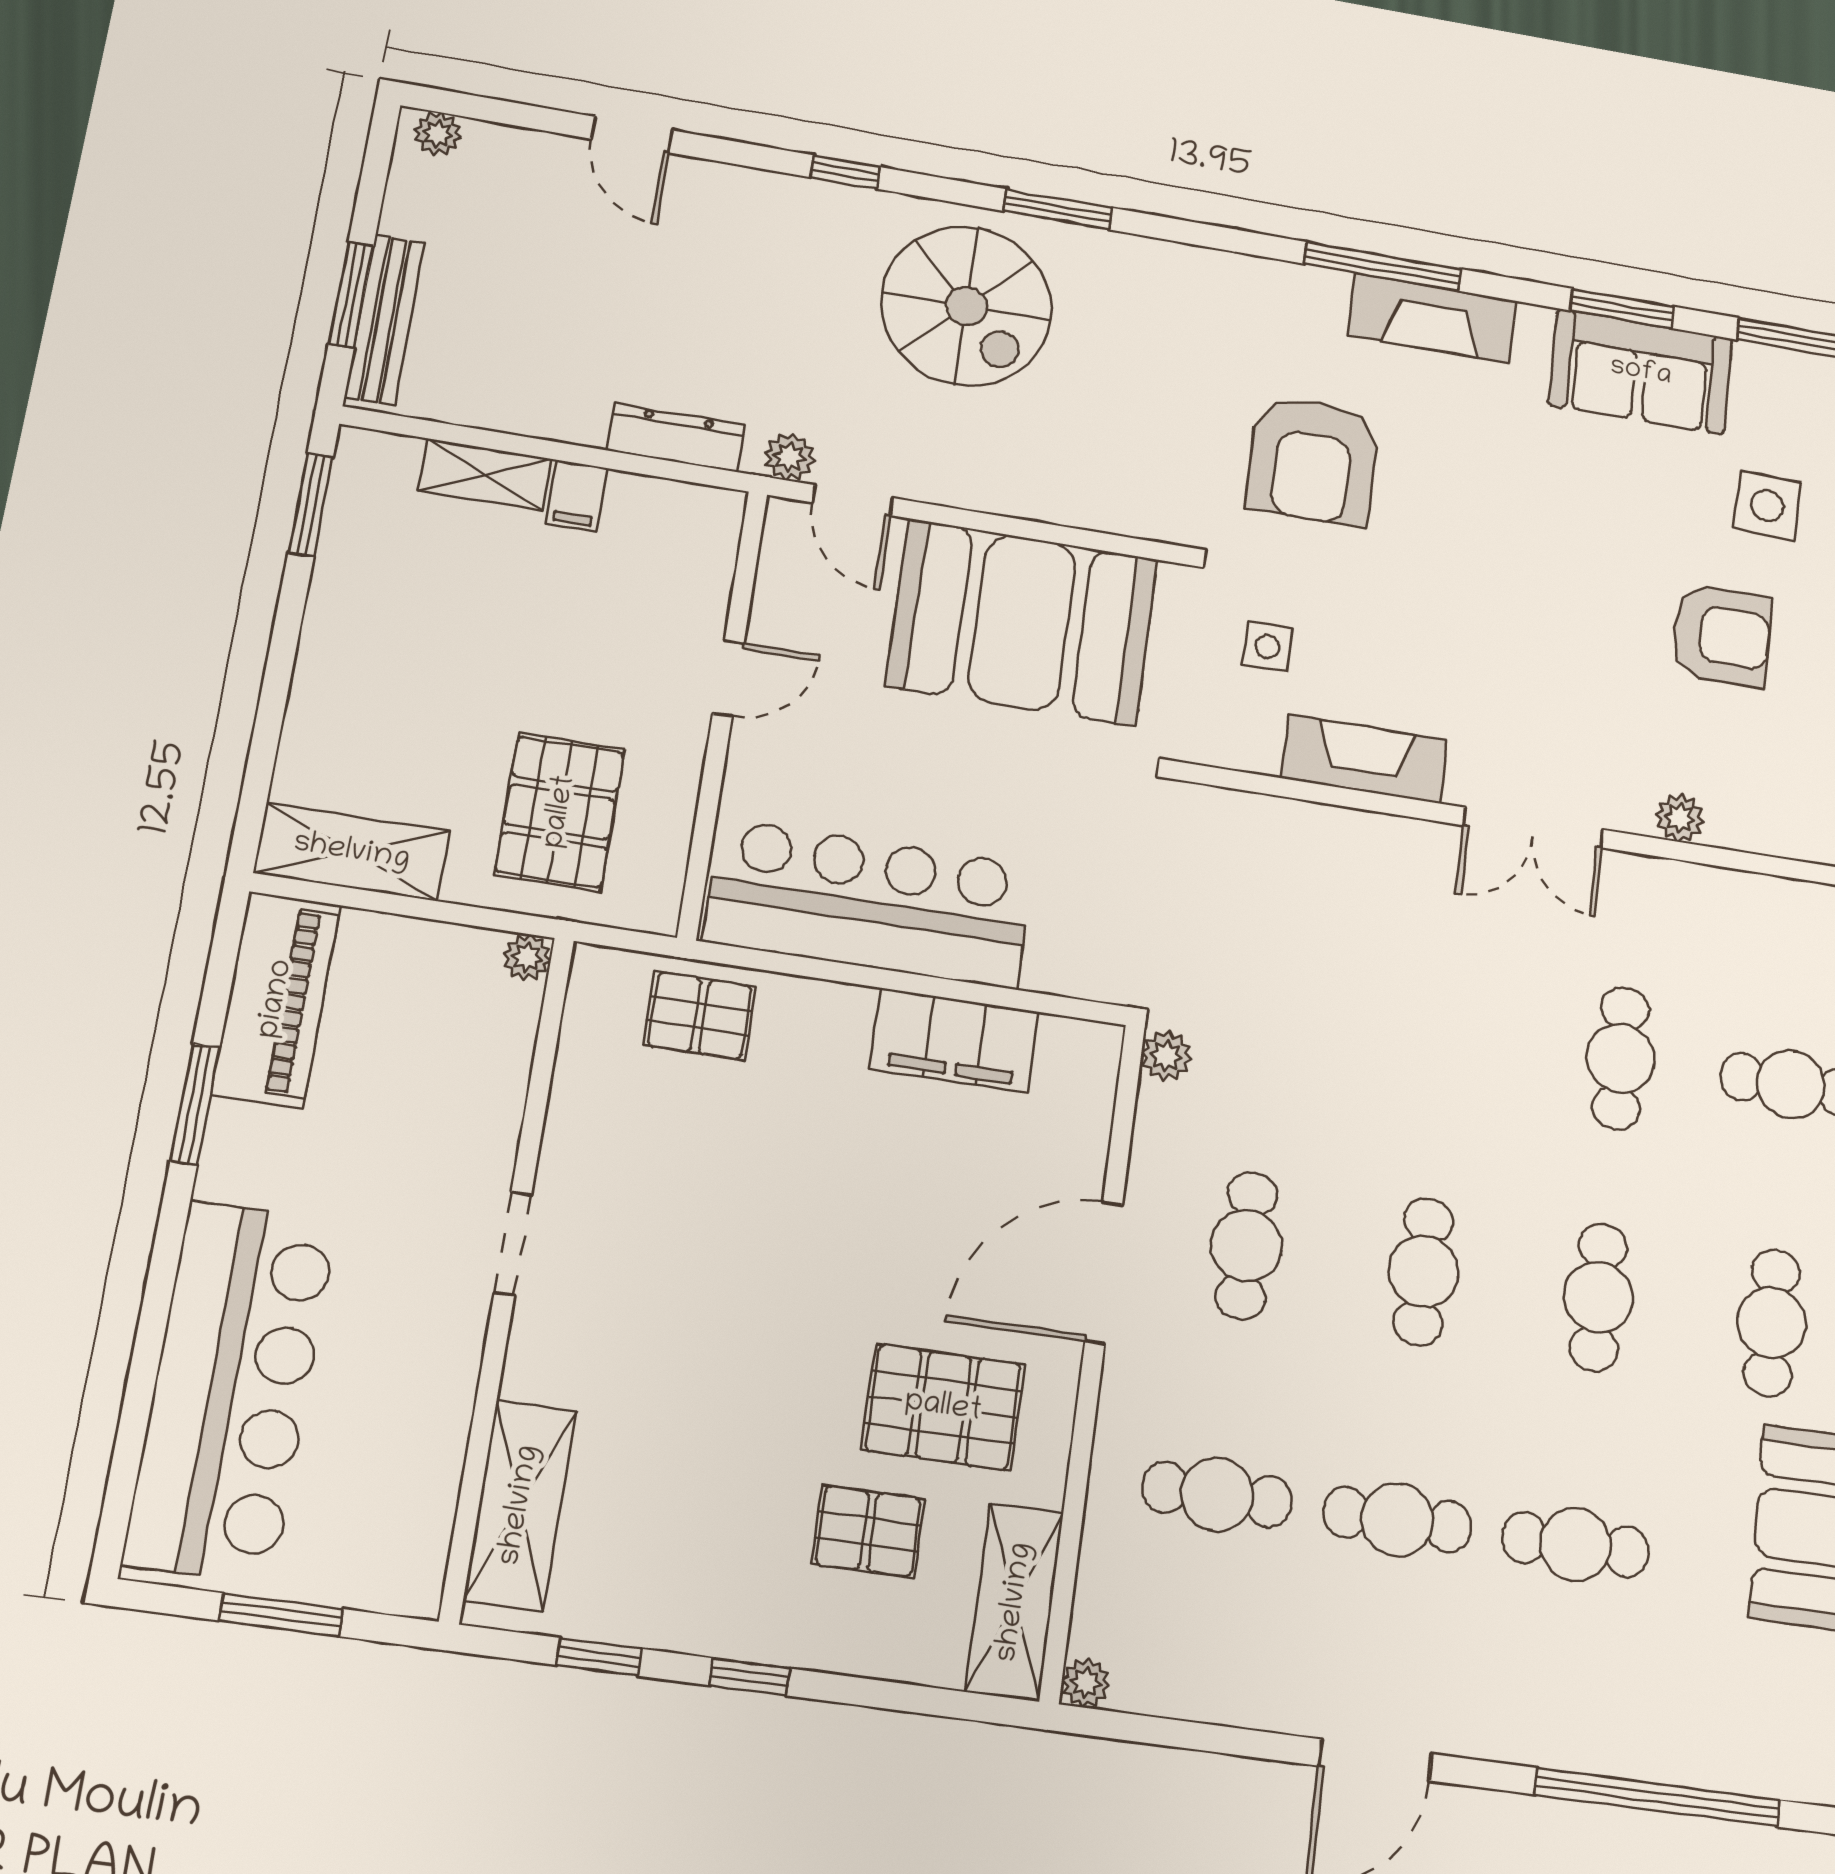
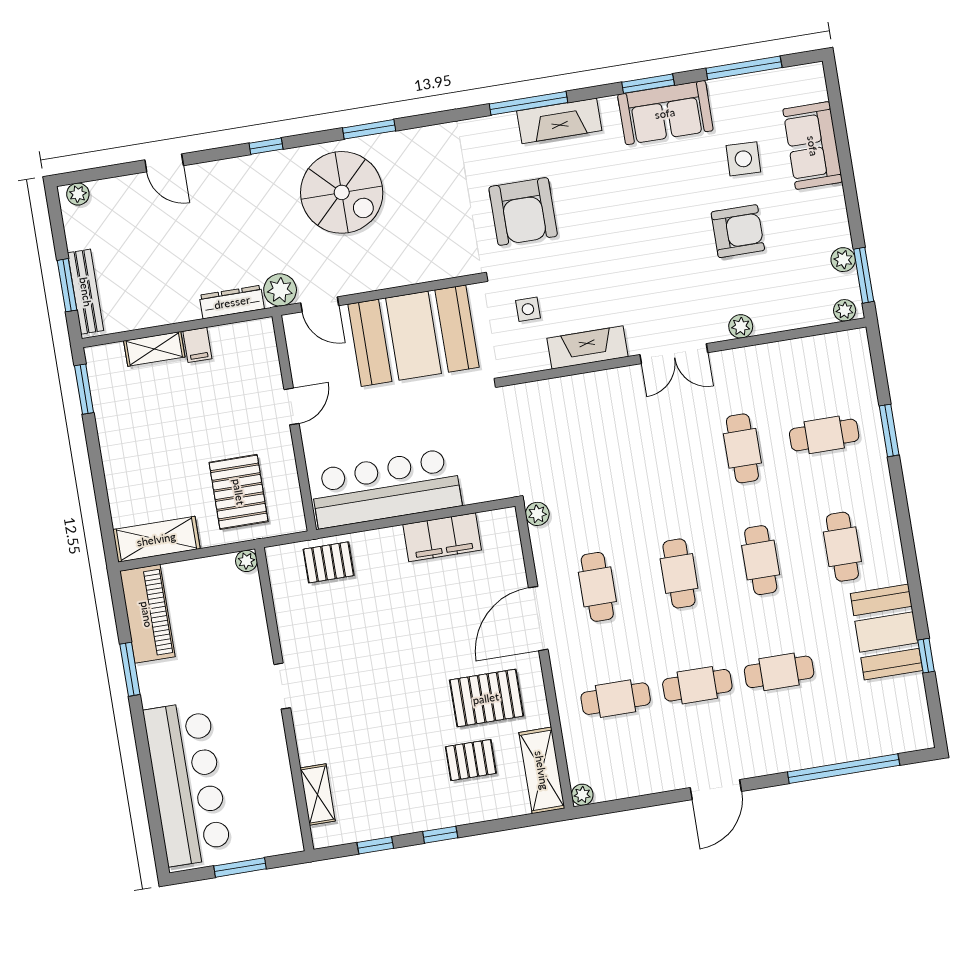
plant: (789, 457) -> (280, 290), width x1.38, depth x1.38
shelving: (520, 1505) -> (318, 794), width x0.67, depth x0.75

